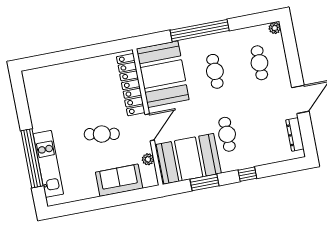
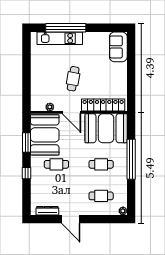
sofa: (119, 180) -> (118, 47), moved, turned 180

